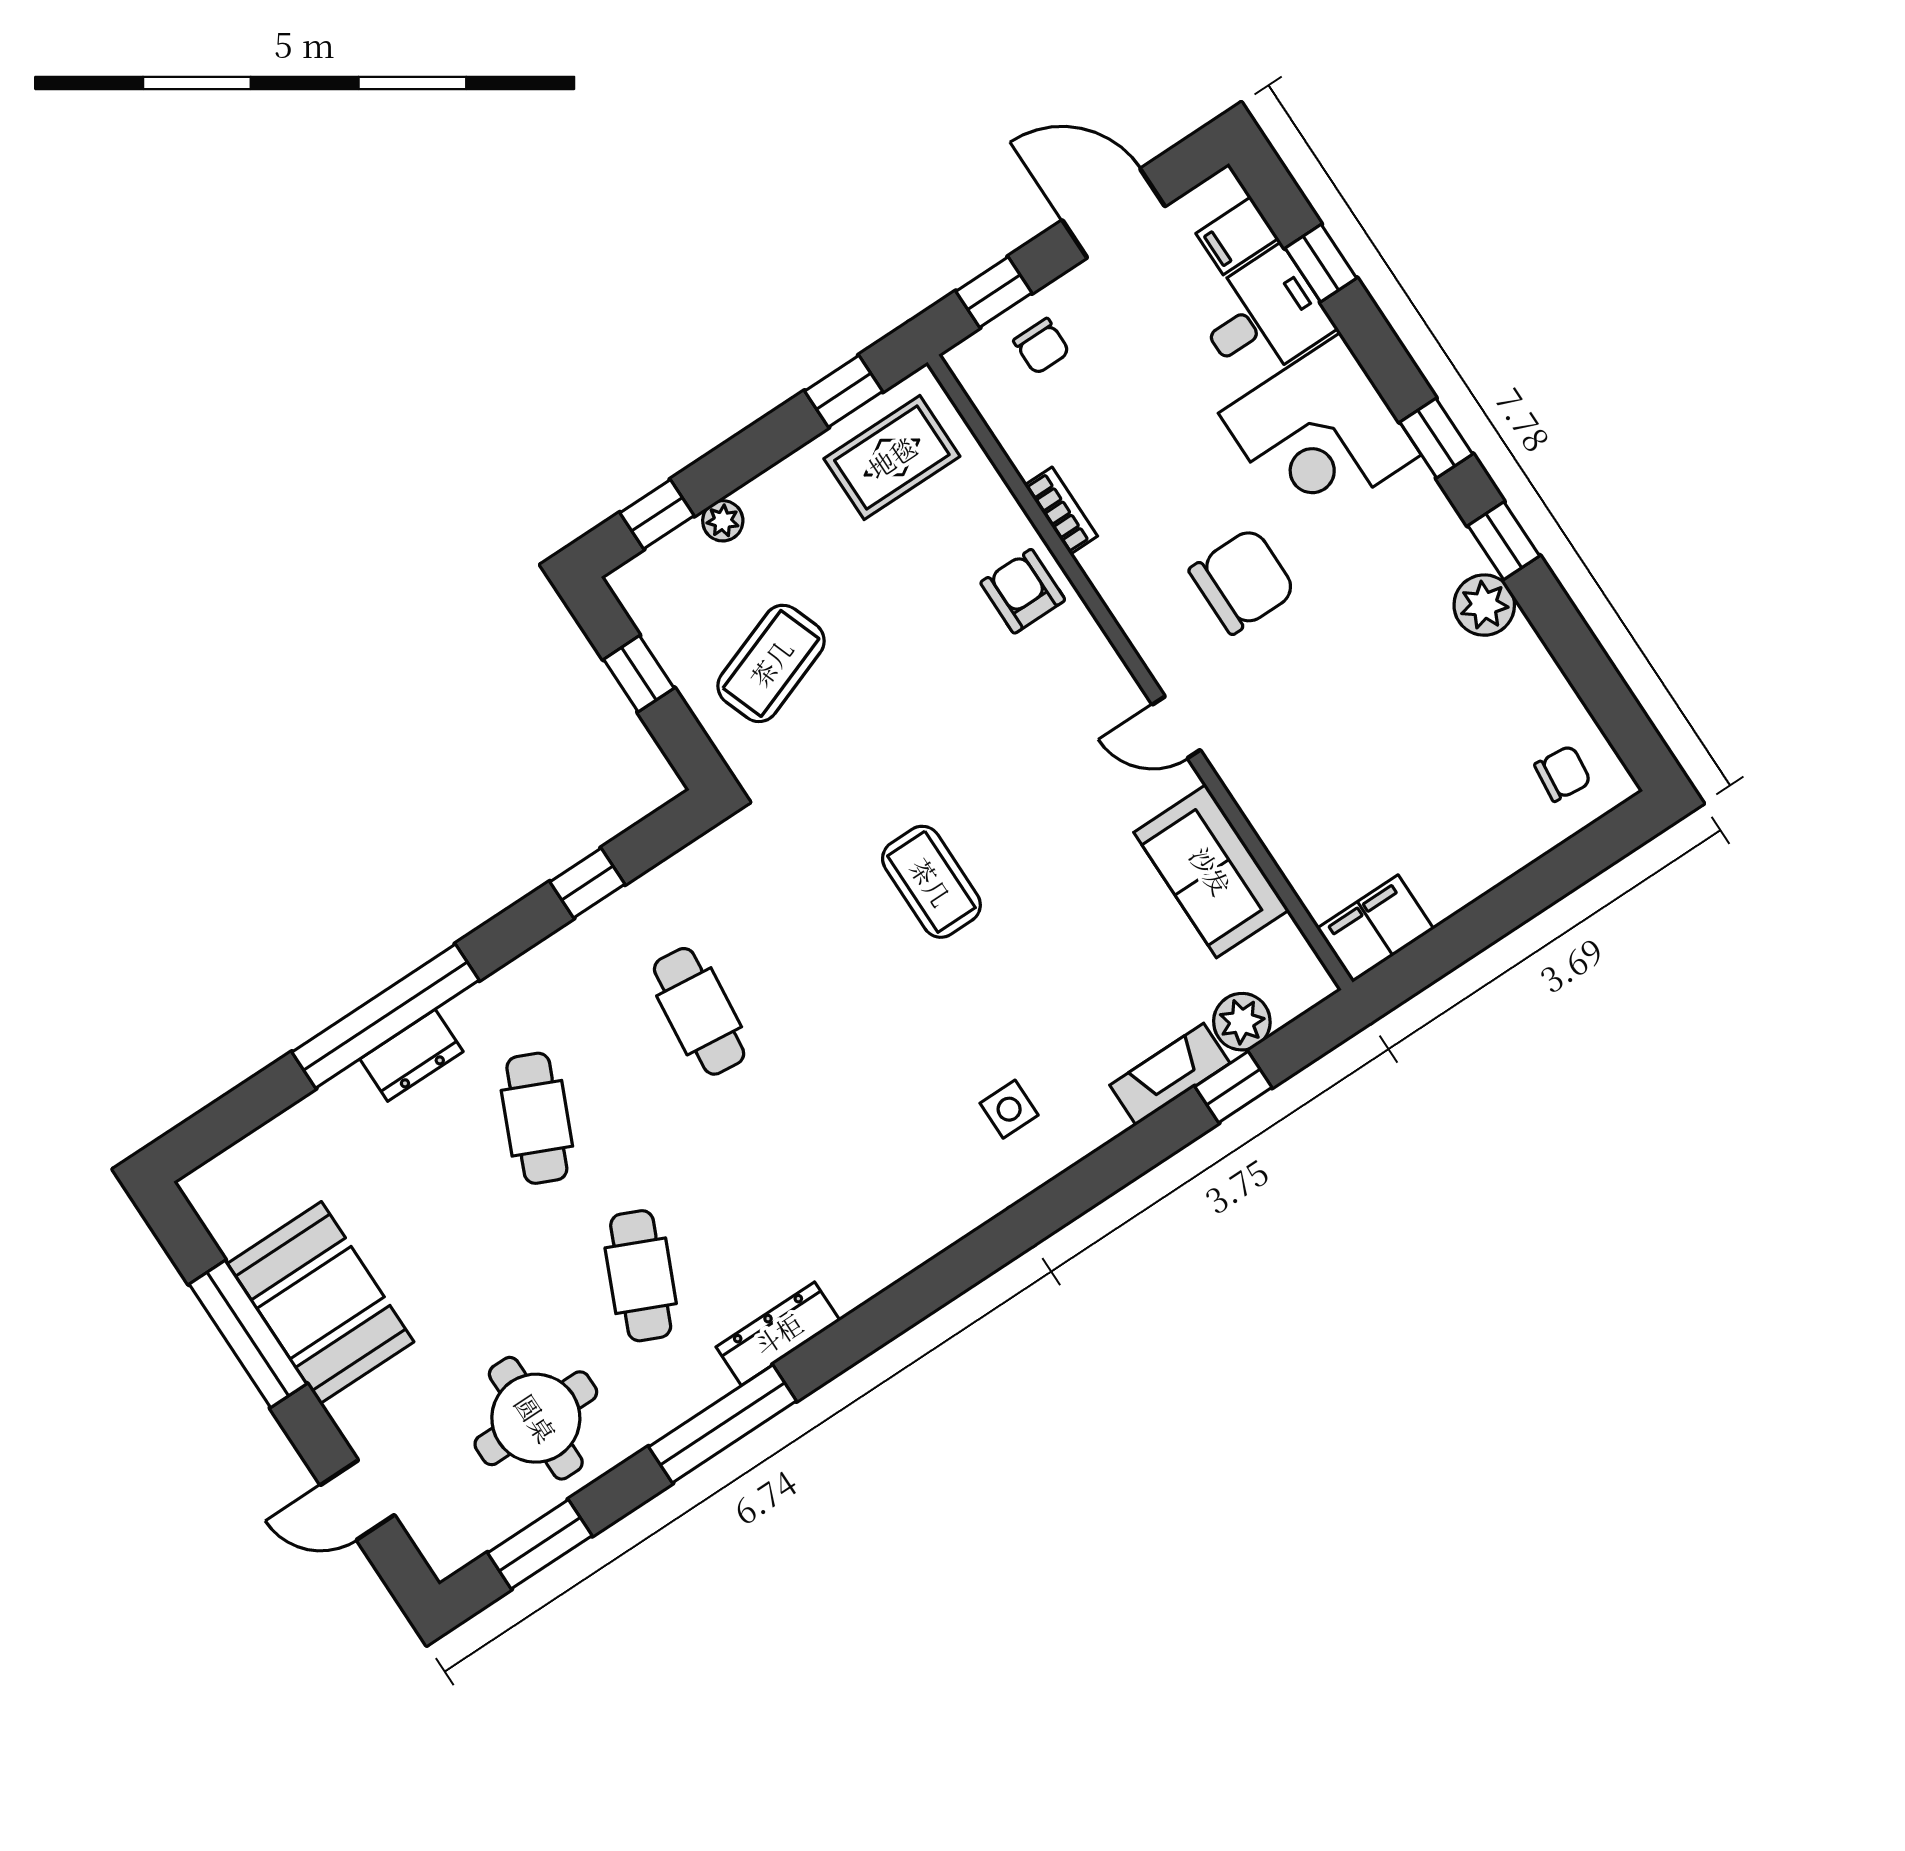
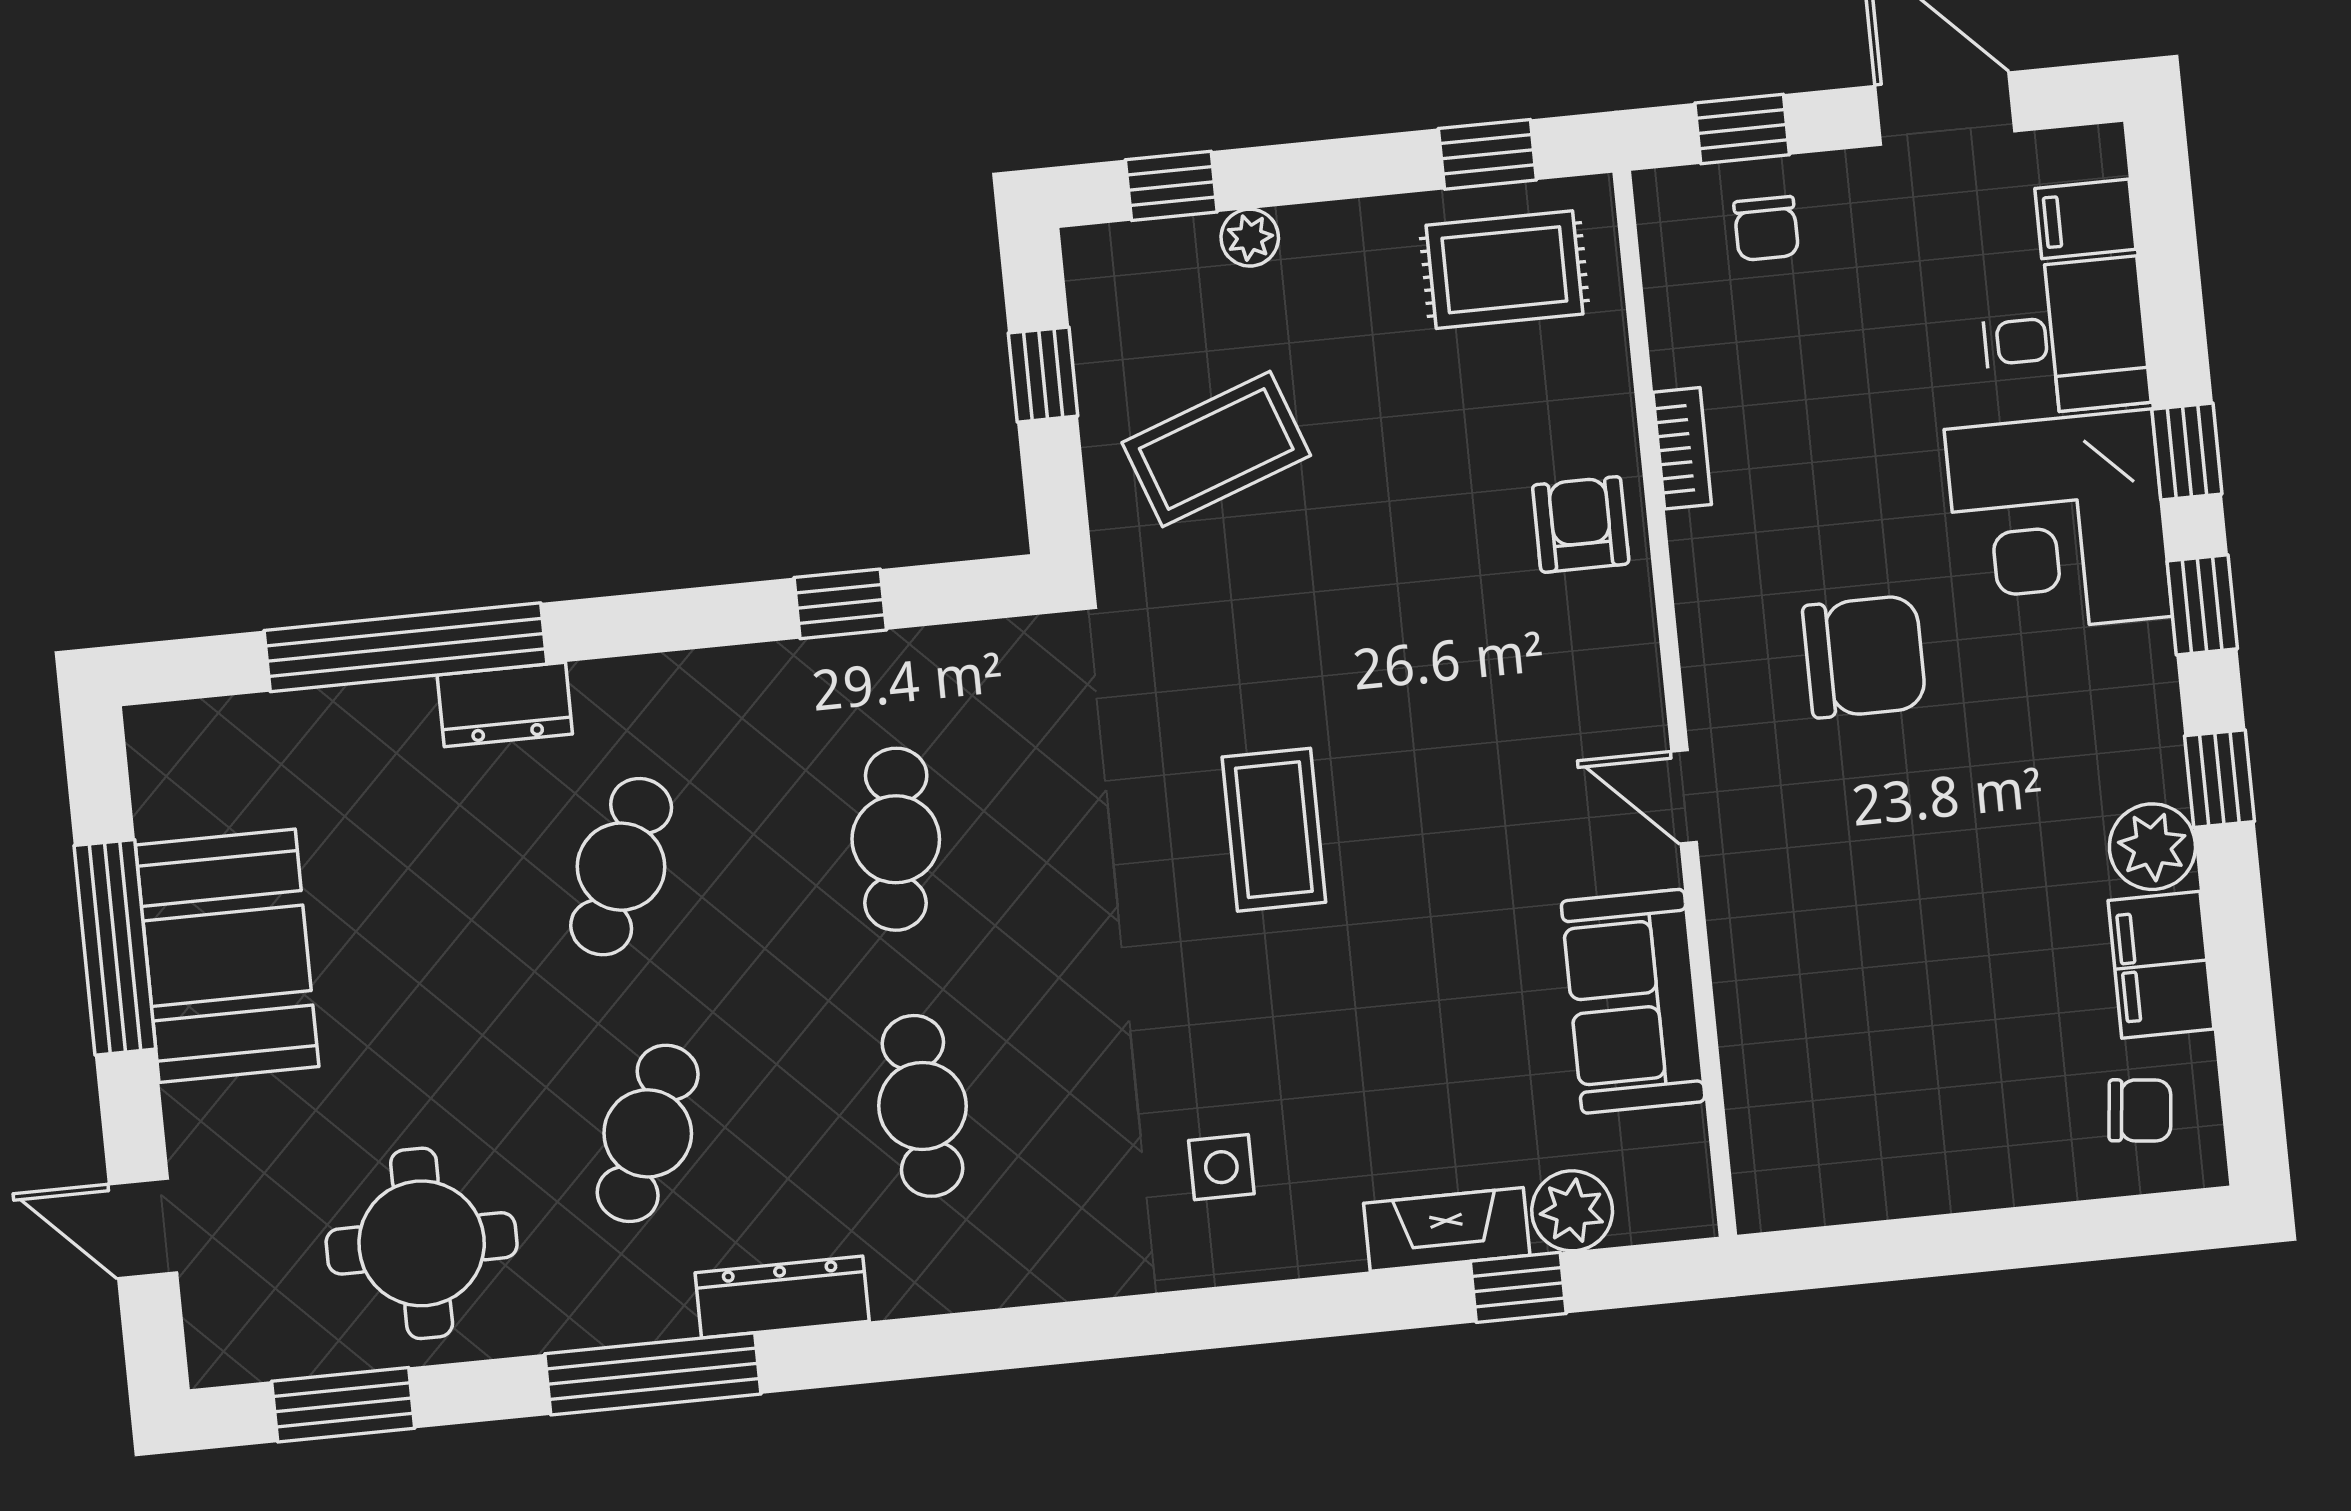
window: (1321, 263) -> (2187, 452), moved
filing cabinet: (1375, 929) -> (2161, 965), moved, turned -90
window: (385, 1016) -> (406, 647), moved
cafe table: (803, 1169) -> (922, 1106), added

